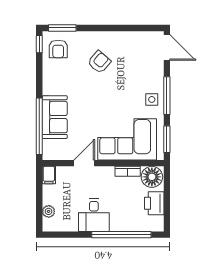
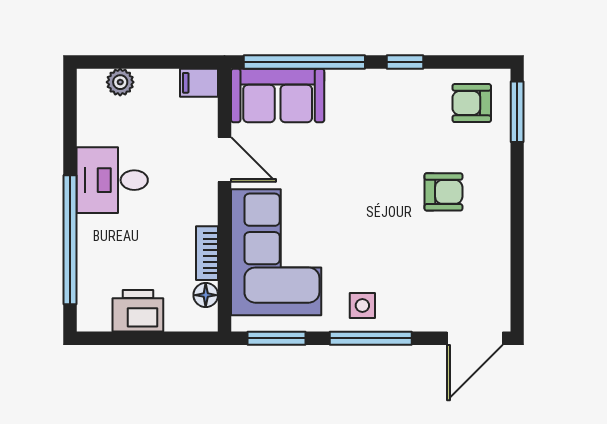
window: (39, 44) -> (405, 62), moved
armchair: (99, 62) -> (443, 192), turned -41
sofa: (55, 117) -> (278, 95), moved
floor lamp: (152, 177) -> (206, 295), width x0.53, depth x0.53

